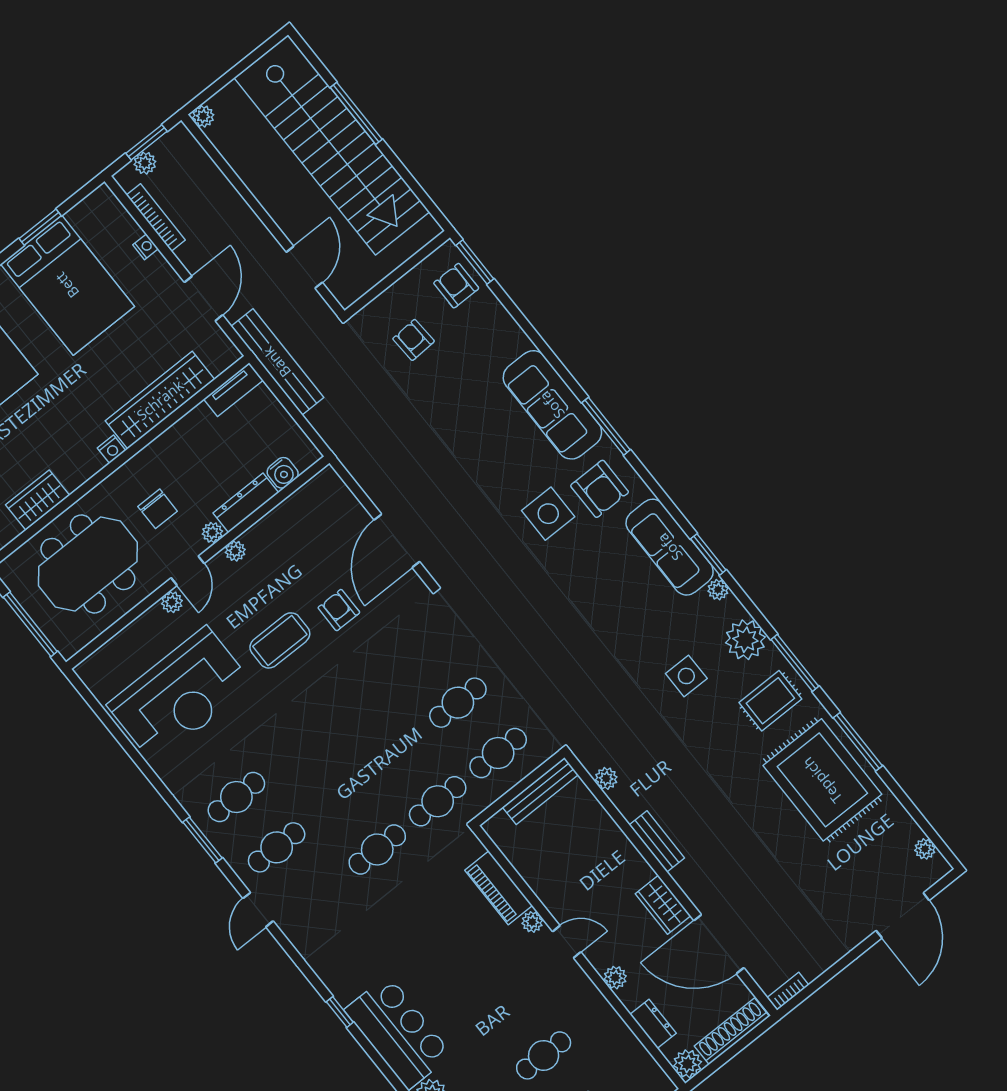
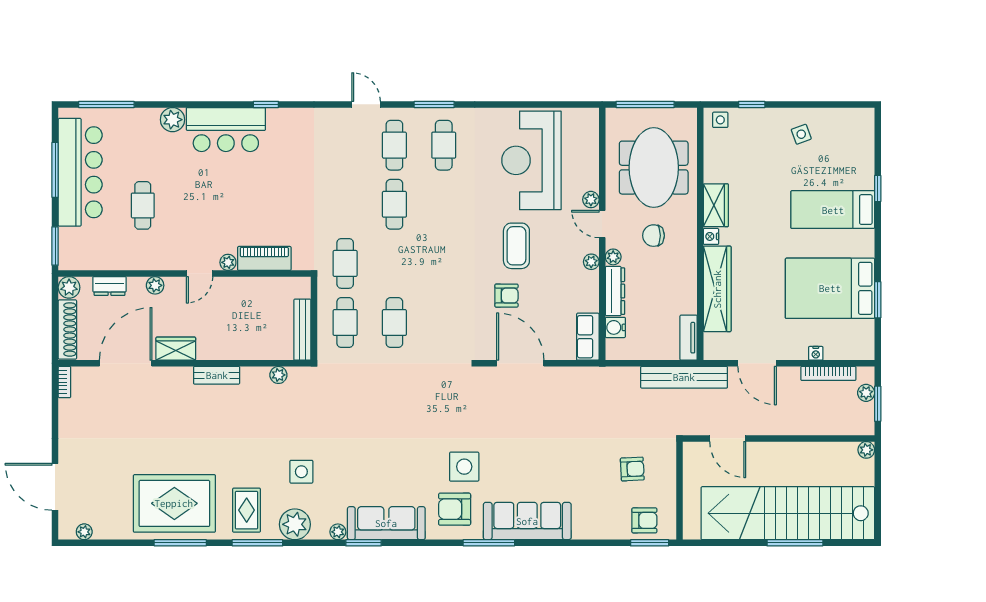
row of seats: (315, 493) -> (588, 337), added
wardrobe: (38, 500) -> (716, 205), moved
cafe table: (377, 849) -> (394, 204), moved

